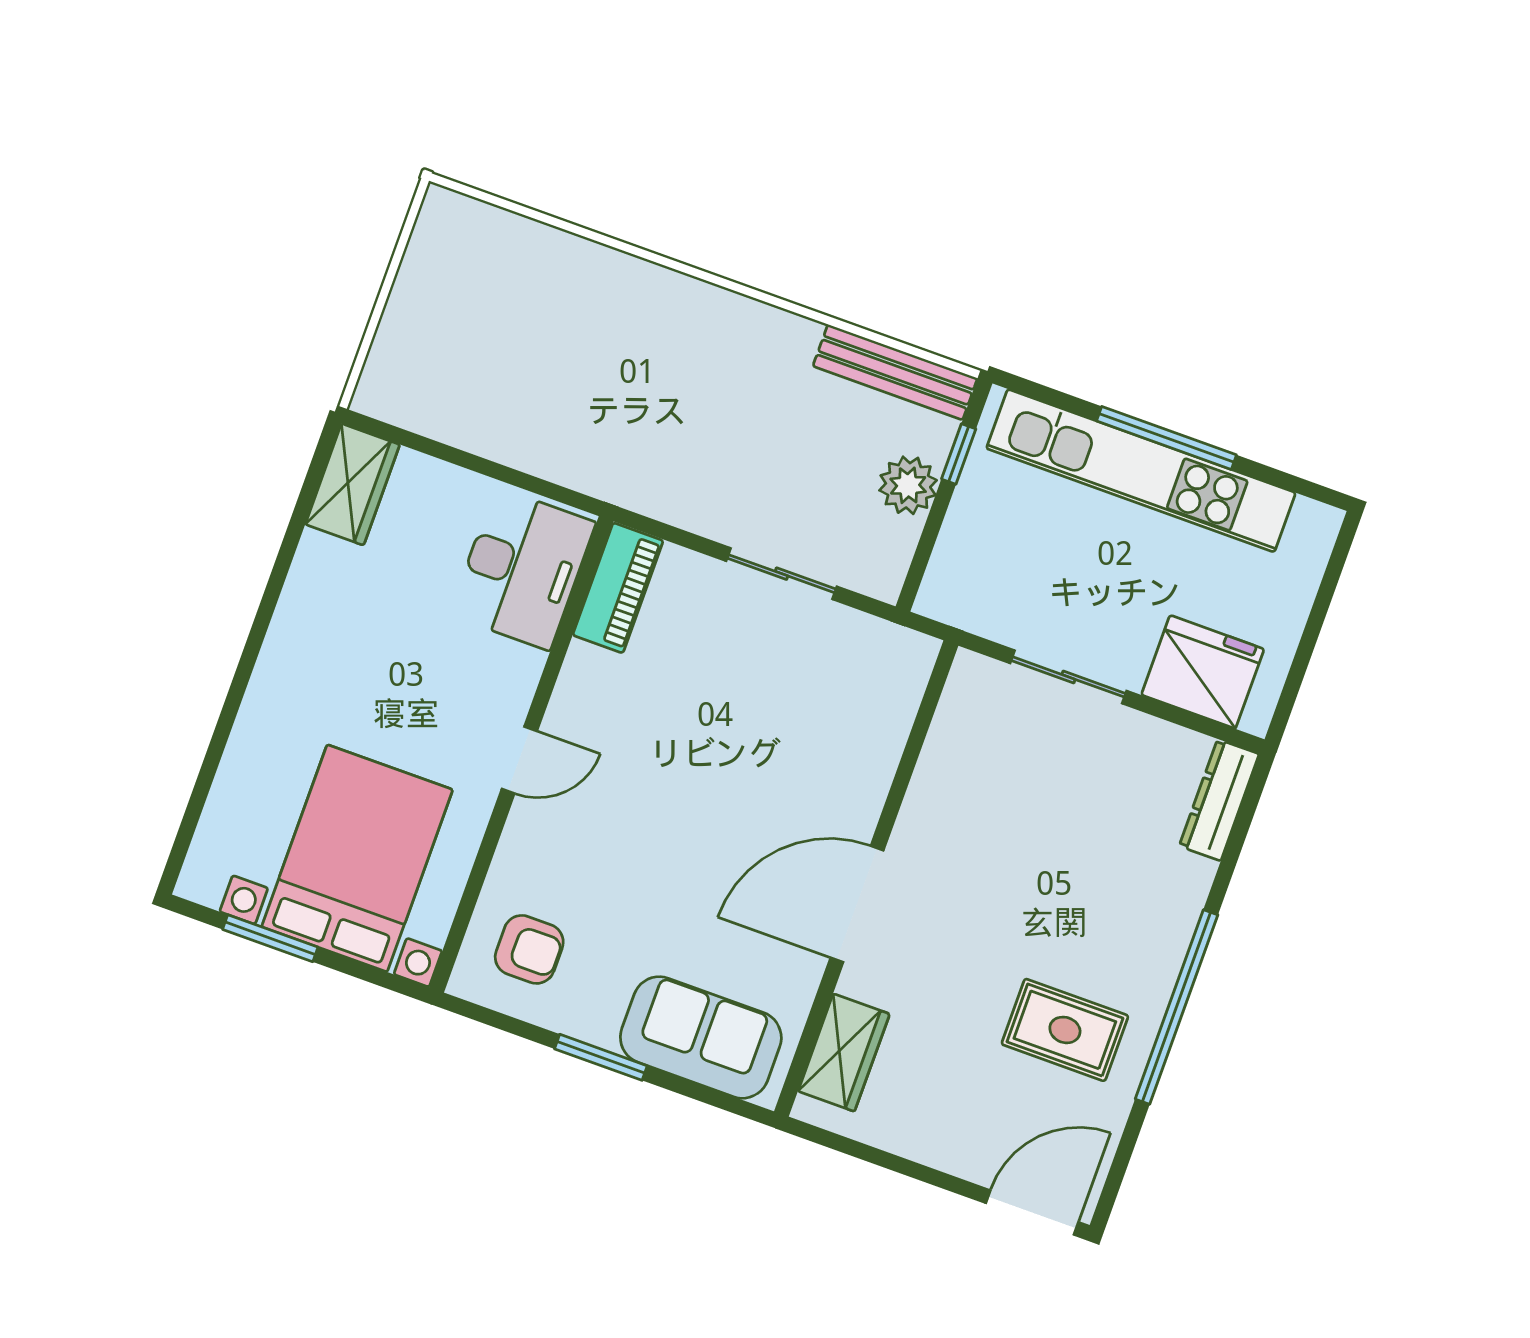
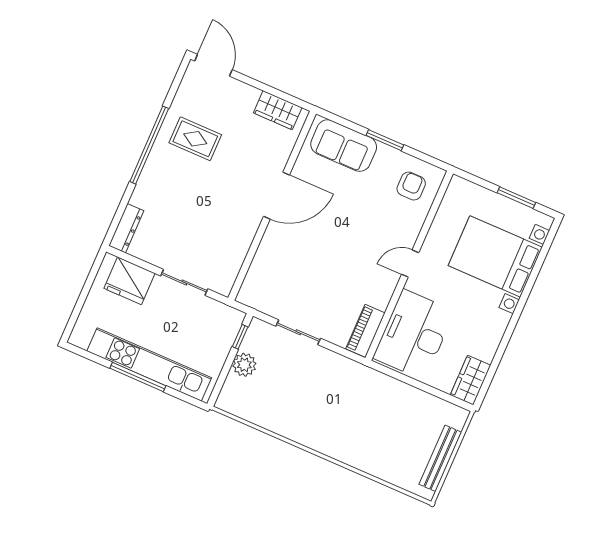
bench: (895, 372) -> (440, 458), moved, turned 90
window: (959, 454) -> (240, 337), moved
desk: (523, 569) -> (414, 335), width x1.36, depth x1.30
bed with nightstands: (357, 858) -> (495, 256), moved, turned 90
armchair: (529, 949) -> (411, 186), turned 90
wardrobe: (844, 1053) -> (278, 110), moved, turned -90
door: (1032, 1213) -> (214, 65), swing flipped

